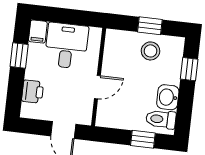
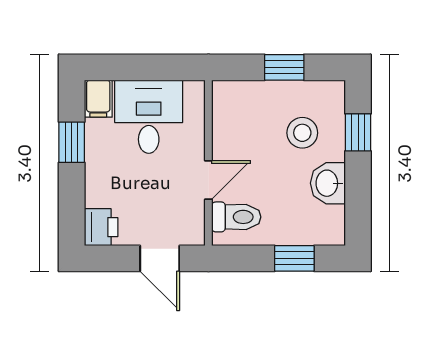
stool: (151, 51) -> (302, 133), moved
printer: (33, 92) -> (101, 227), moved
toilet: (161, 119) -> (236, 217), moved, turned 180

